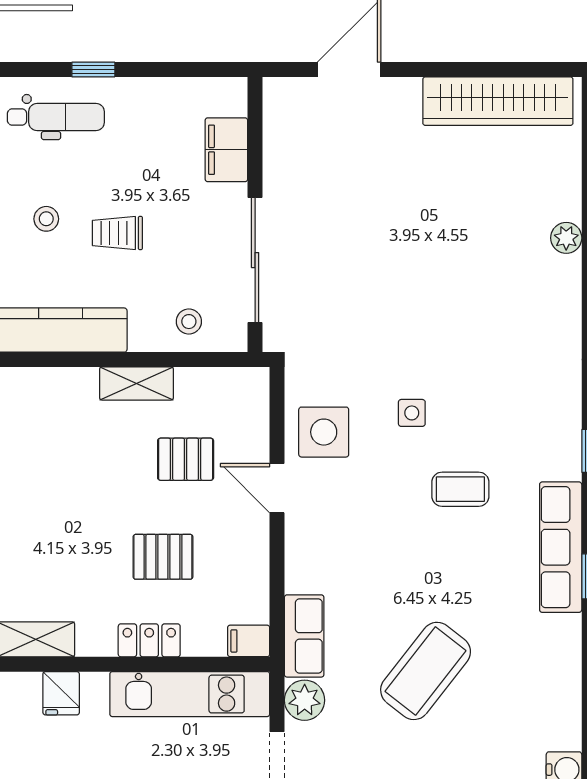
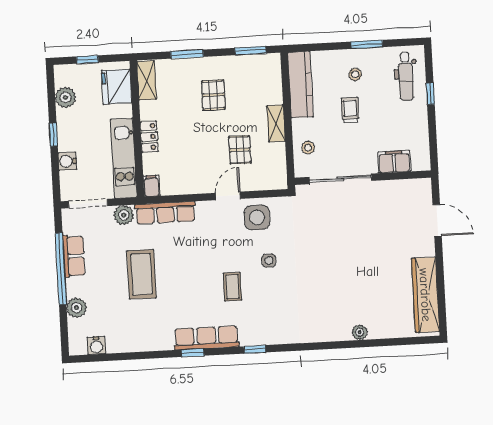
pallet: (163, 557) -> (213, 95), moved
row of seats: (304, 636) -> (165, 213), width x1.48
coffee table: (426, 671) -> (141, 274), turned 52
fridge: (61, 693) -> (117, 87), width x1.88, depth x1.34

